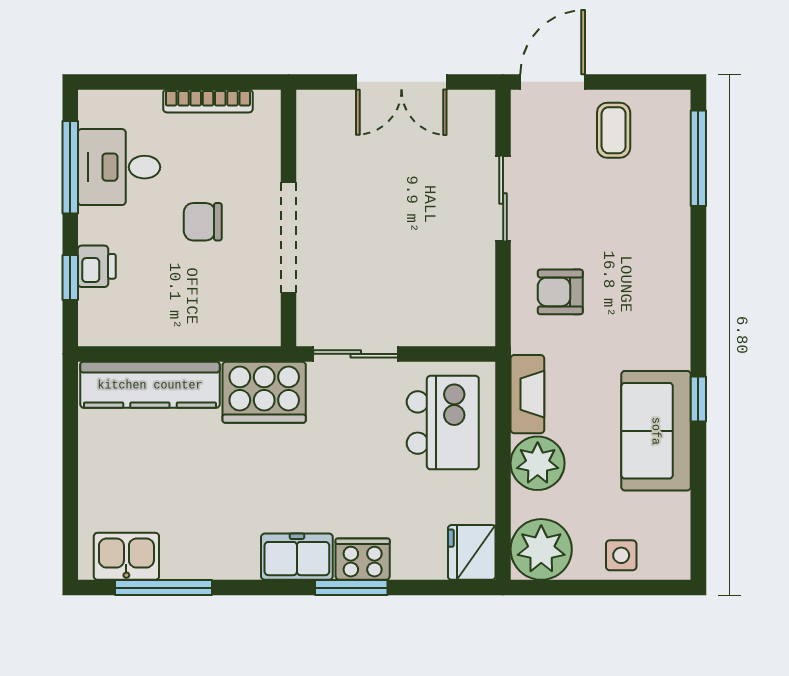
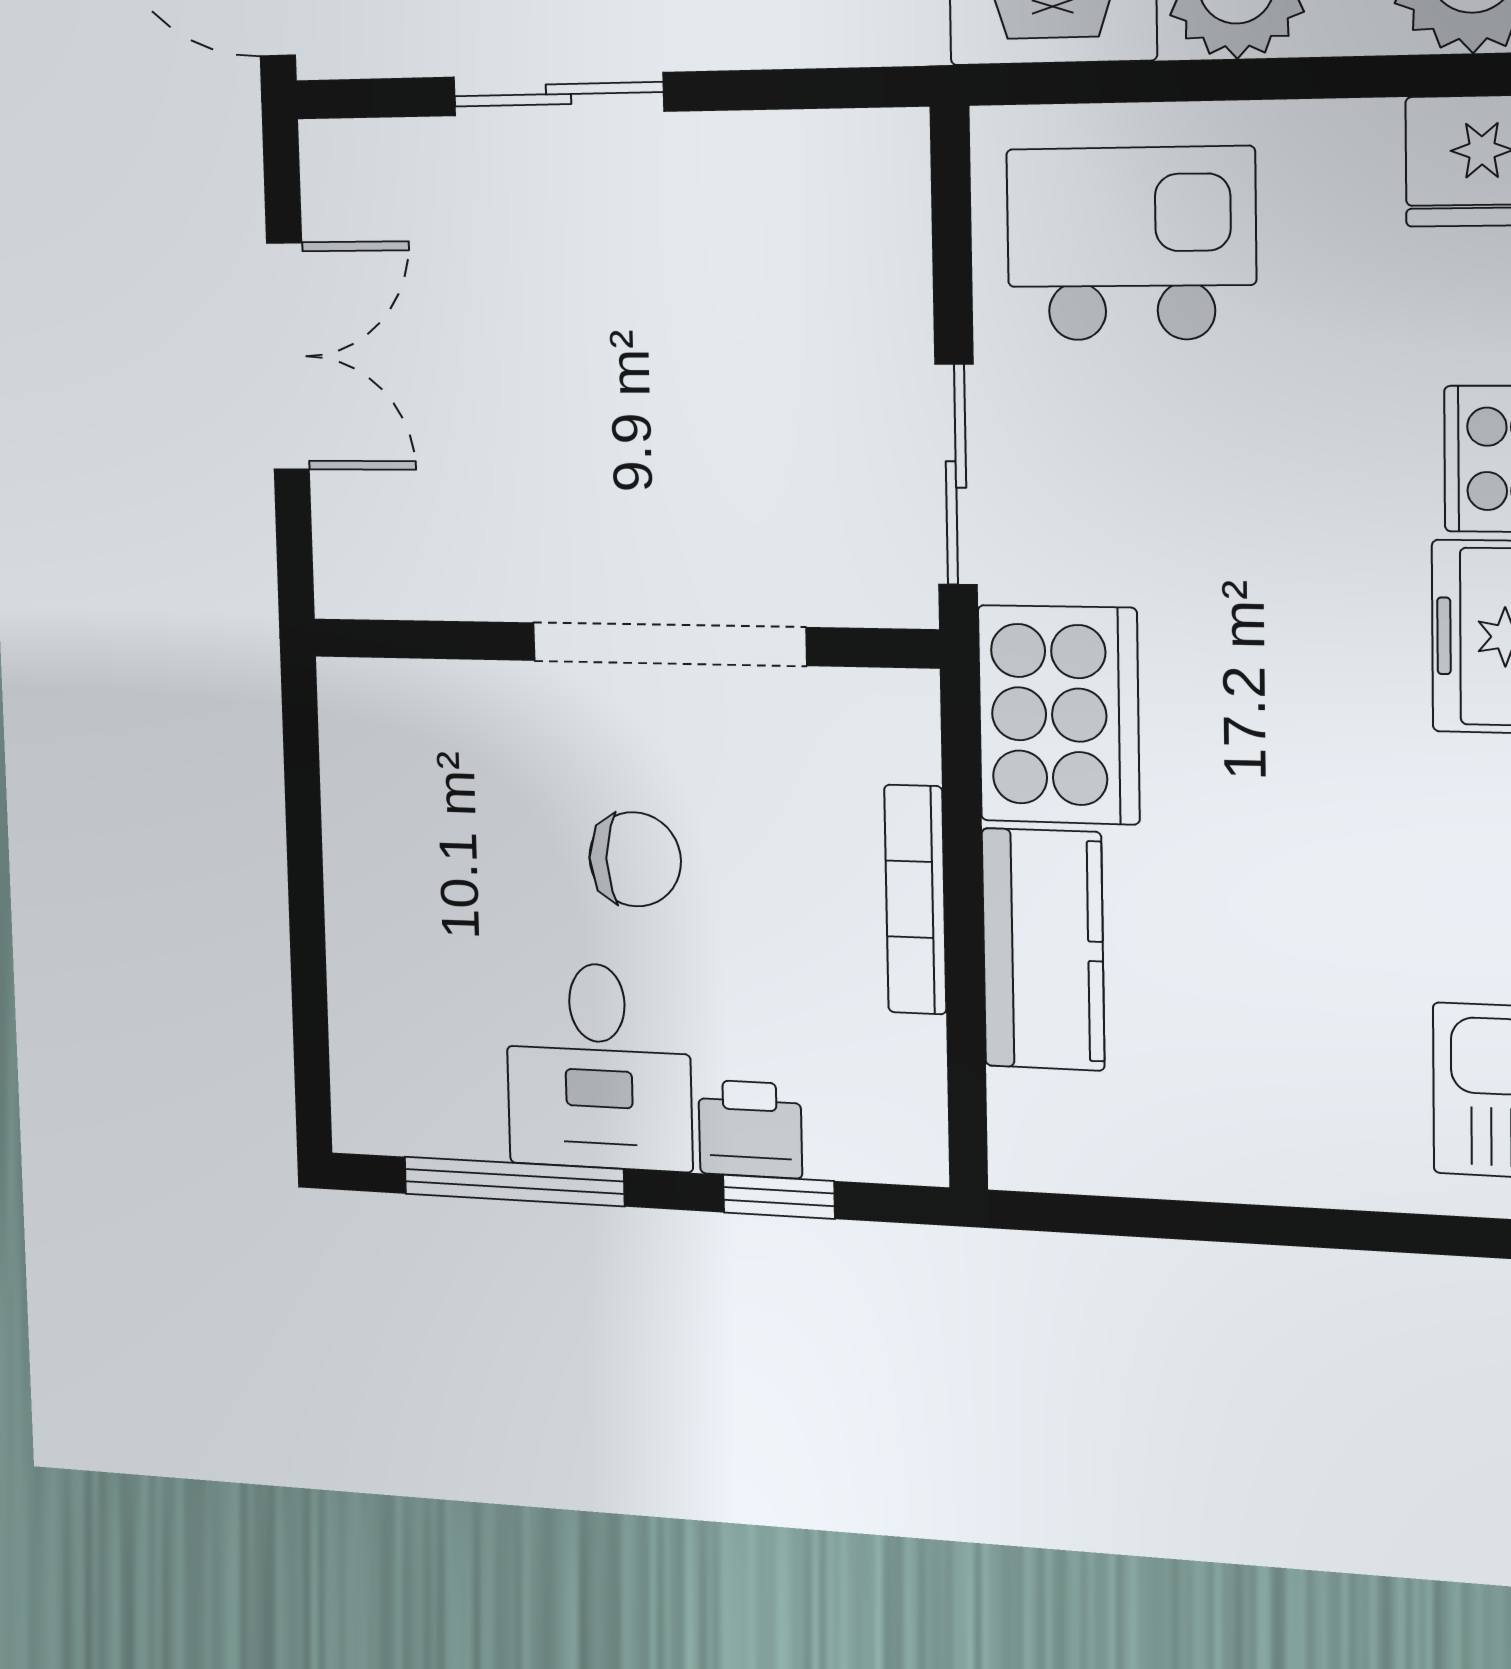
bookcase: (208, 101) -> (915, 900), moved, turned 180
desk: (119, 167) -> (599, 1066), moved
chair: (203, 222) -> (635, 859), turned -90
kitchen counter: (150, 385) -> (1043, 949), width x0.67

